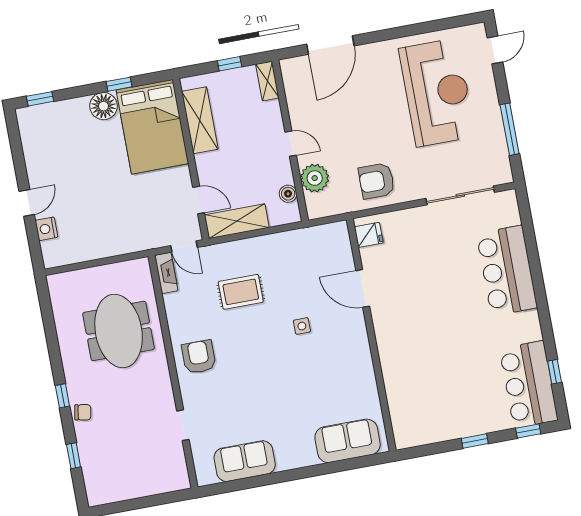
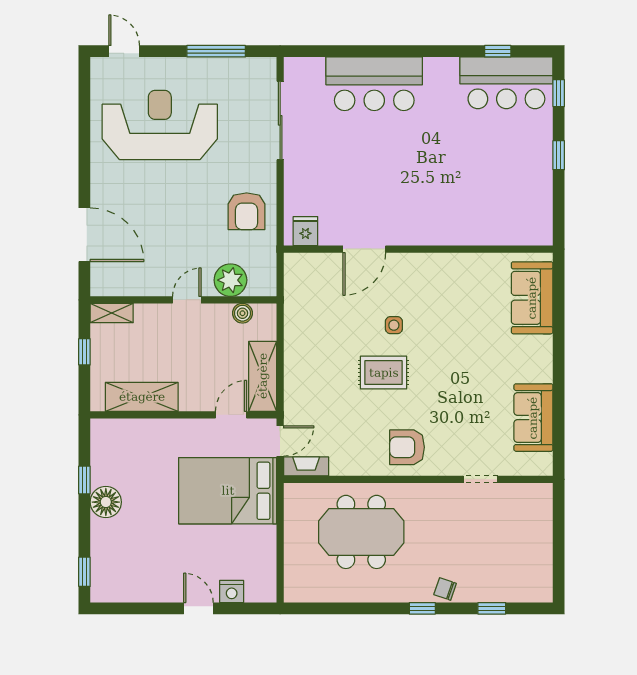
bed: (152, 127) -> (228, 491), moved, turned 180
rug: (241, 292) -> (384, 373), moved, turned 90
chair: (83, 412) -> (445, 589), turned -81

